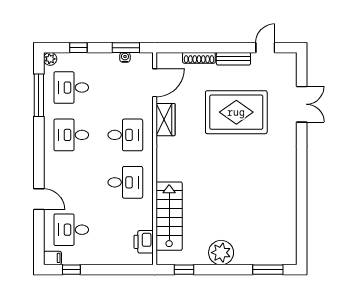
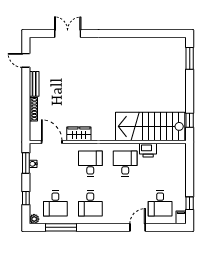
rug: (236, 112) -> (74, 82), removed
stairs: (169, 216) -> (150, 126), width x1.36, depth x1.51
printer: (144, 242) -> (148, 150), moved
plant: (221, 253) -> (177, 93), removed

